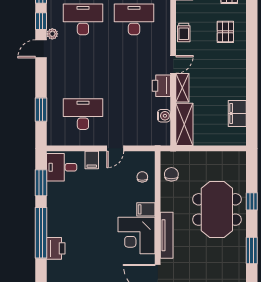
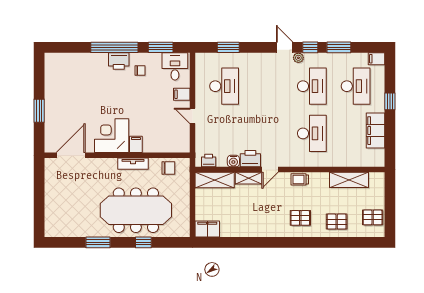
door: (173, 64) -> (270, 170), hinge flipped
filing cabinet: (237, 113) -> (207, 229), moved
water cooler: (164, 116) -> (233, 161), moved
printer: (163, 131) -> (209, 161), added
chair: (142, 177) -> (140, 70), moved
meeting table: (217, 209) -> (136, 210), width x1.36
tv unit: (167, 235) -> (133, 164), moved, width x0.71
printer: (56, 248) -> (119, 61), moved

